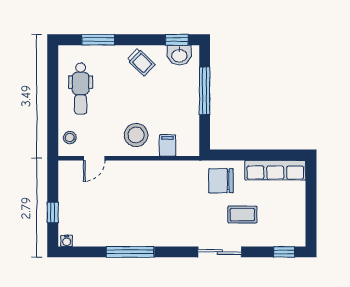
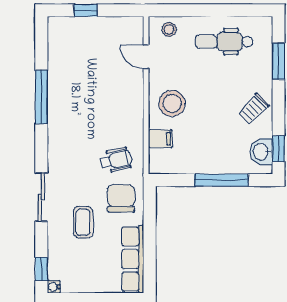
wheelchair: (187, 185) -> (116, 160), added
water cooler: (67, 241) -> (54, 287), moved

